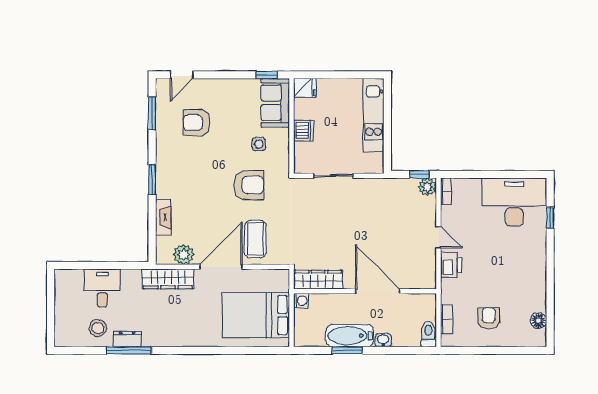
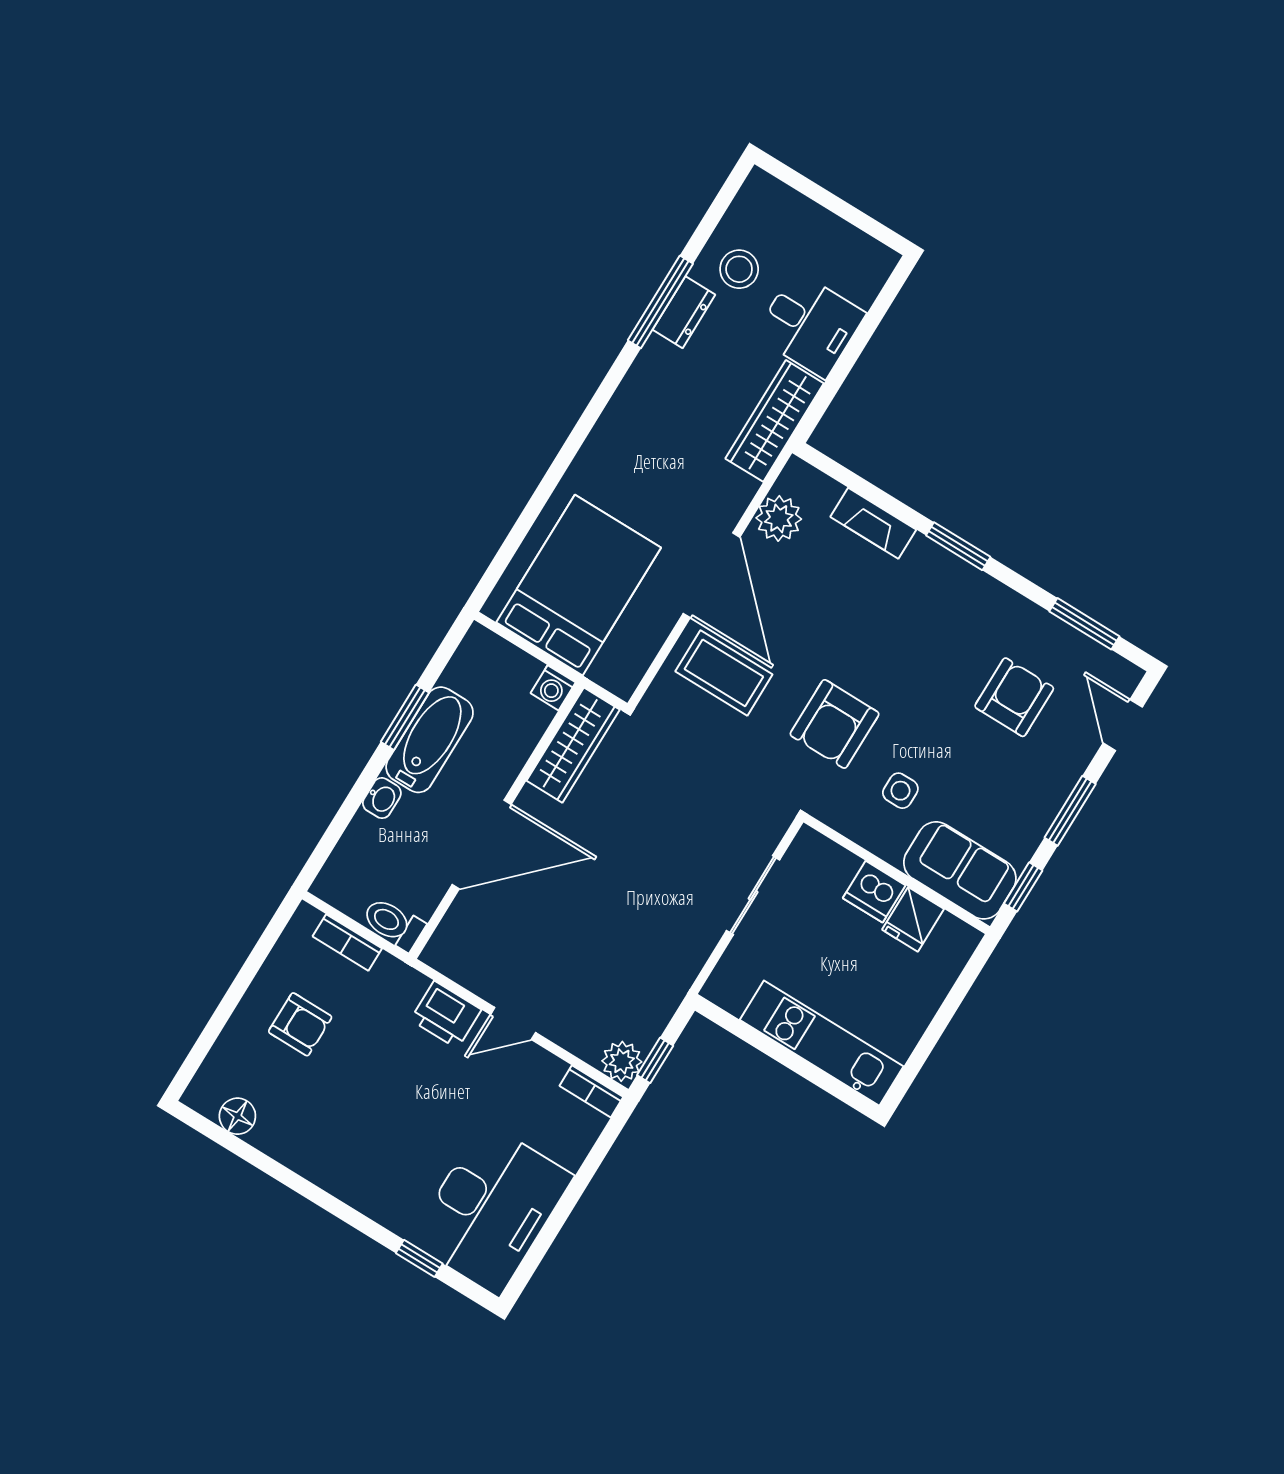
window: (227, 75) -> (1070, 811), added
fridge: (305, 88) -> (913, 919), moved
wardrobe: (168, 279) -> (775, 421), moved
toilet: (428, 334) -> (393, 924), moved, turned 180

